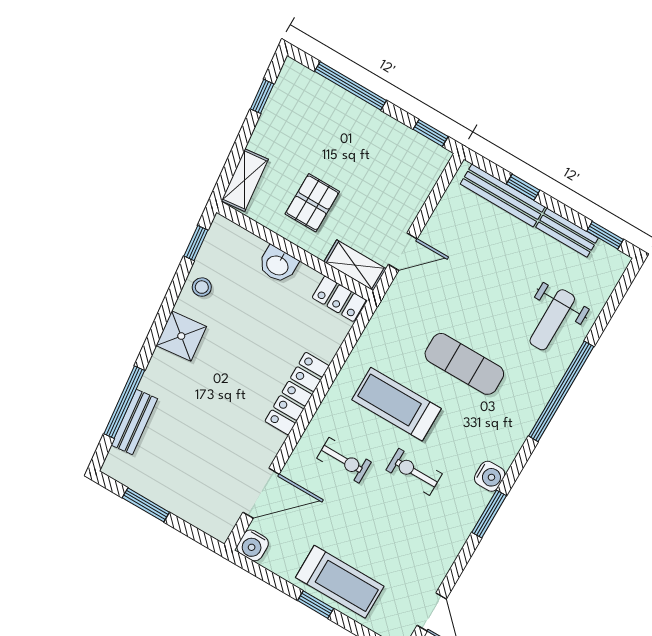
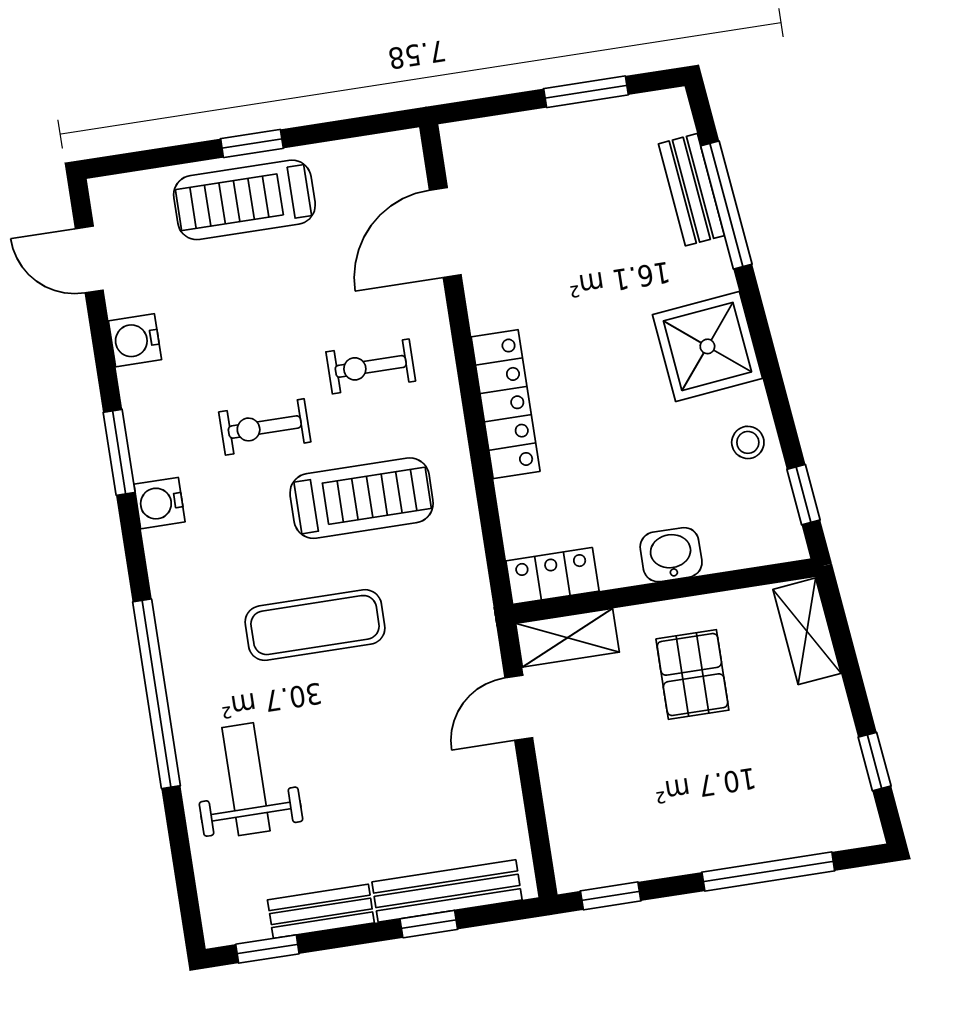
shower: (181, 336) -> (707, 346), width x1.36, depth x1.36
exercise bike: (414, 472) -> (265, 427), turned 180
water cooler: (253, 545) -> (135, 340), moved, turned -90

